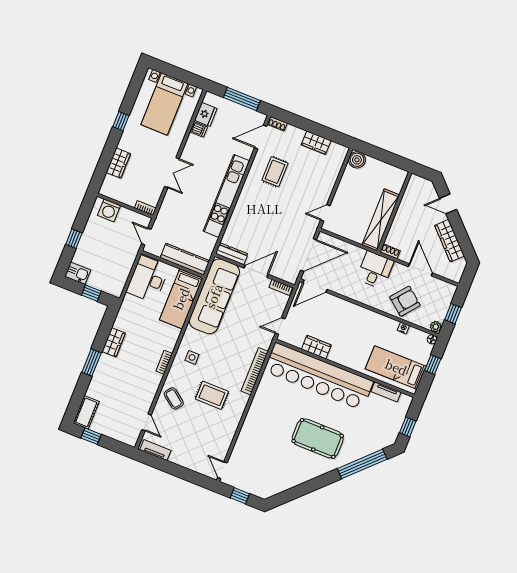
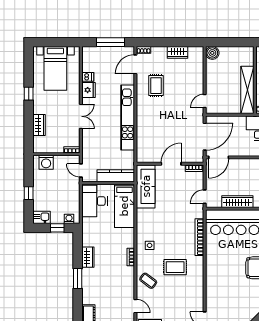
fridge: (206, 114) -> (89, 90), moved
dresser: (232, 254) -> (148, 158), removed
washing machine: (109, 288) -> (69, 219), added
sofa: (214, 296) -> (146, 186), width x0.74, depth x0.79
wardrobe: (316, 347) -> (237, 202), width x1.50

